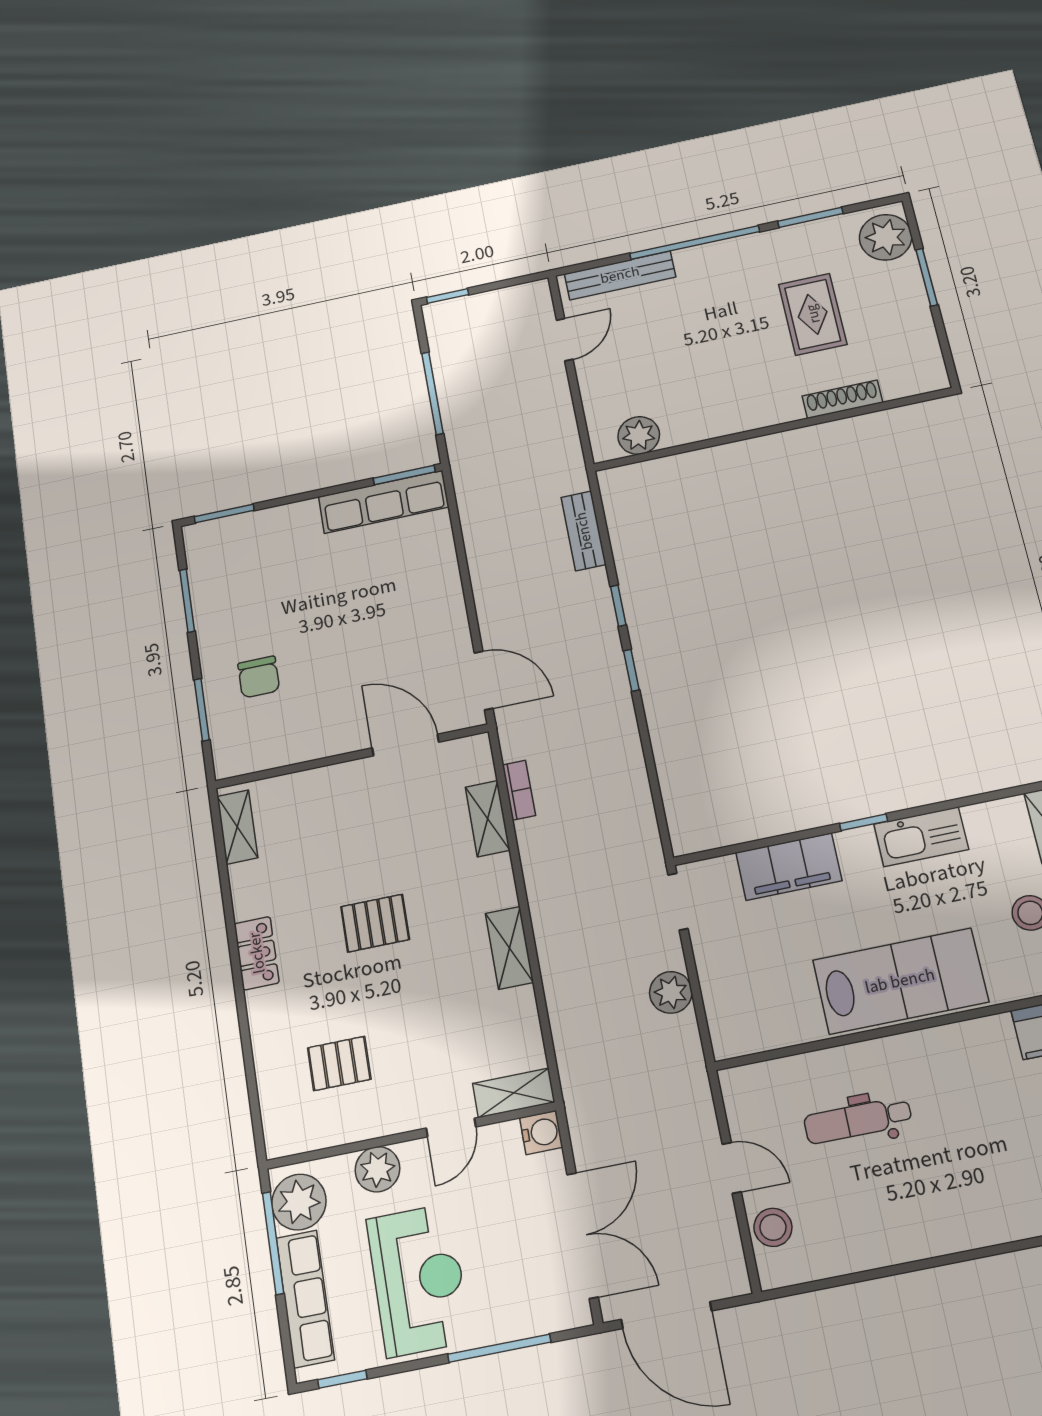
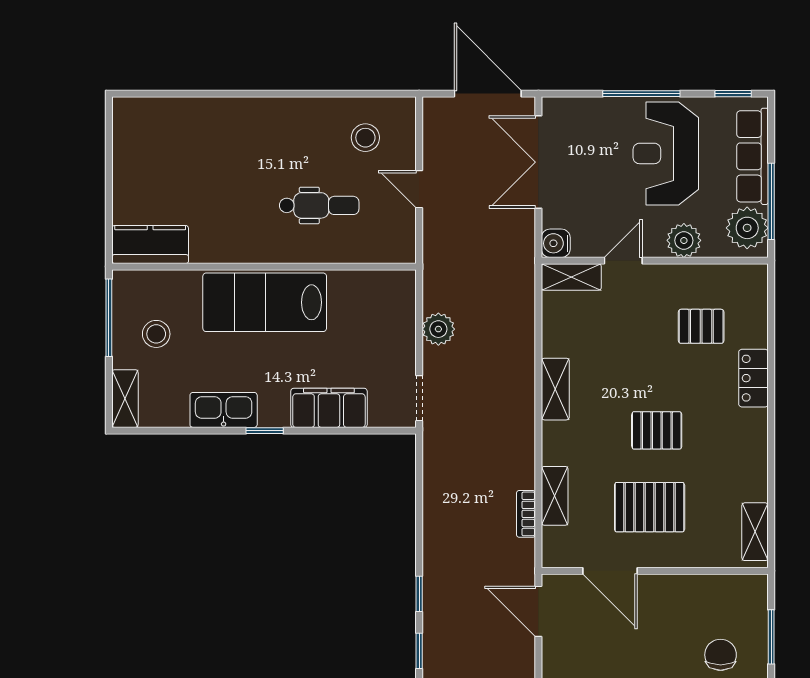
pallet: (369, 829) -> (650, 507), added
locker: (257, 953) -> (753, 378), moved
stool: (773, 1227) -> (365, 138), moved
window: (499, 1348) -> (641, 94), moved

